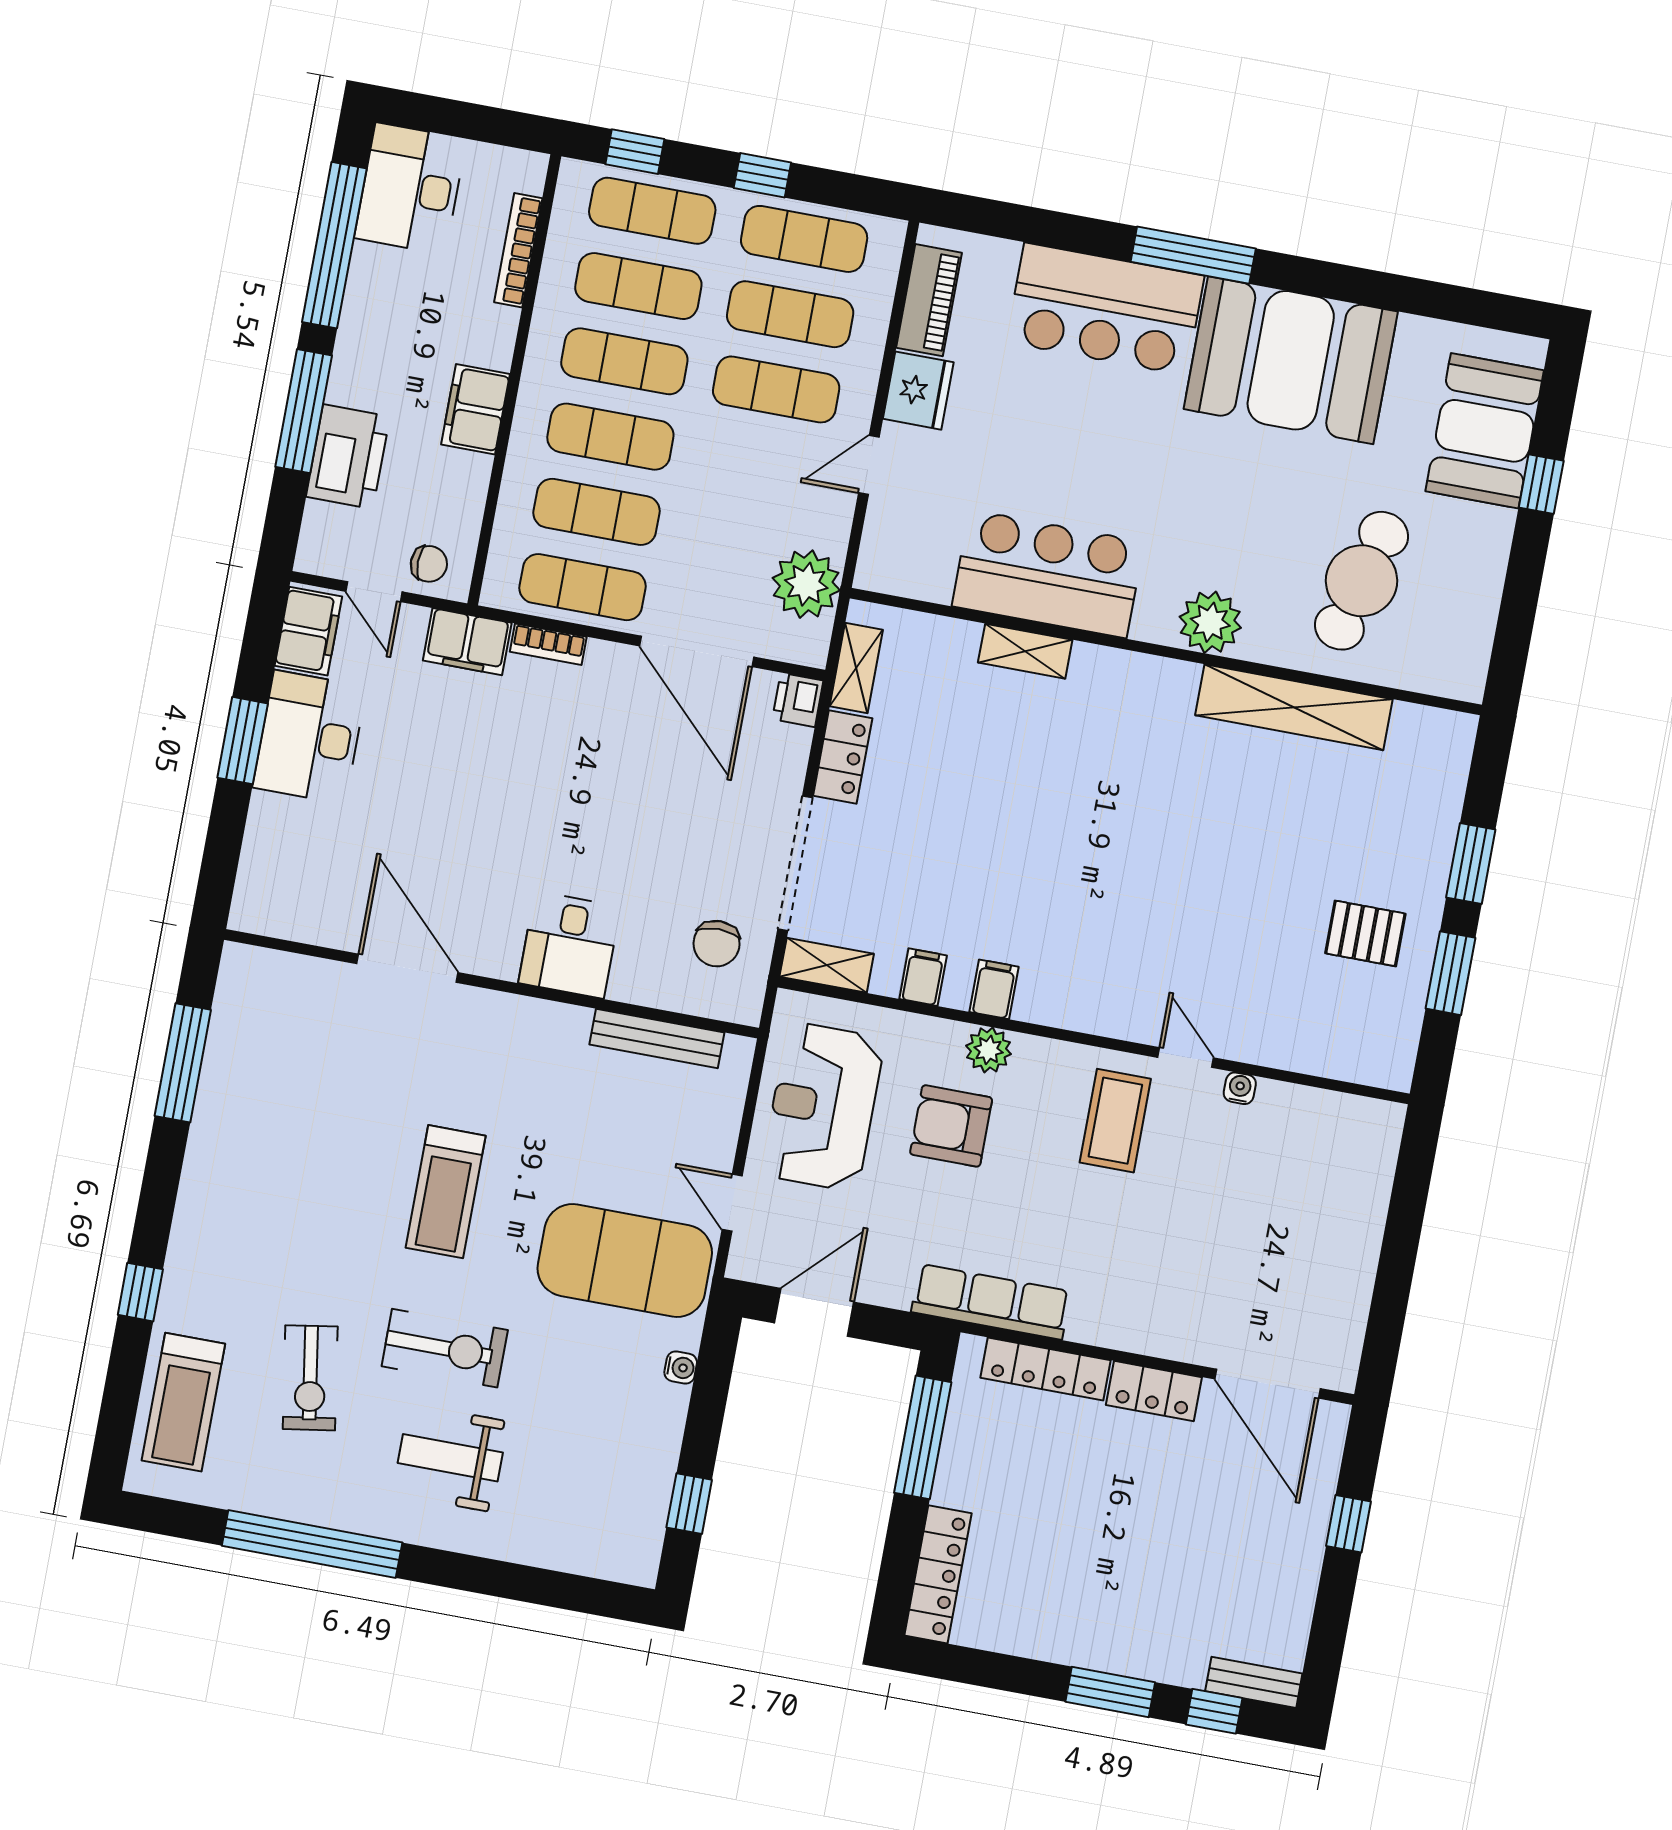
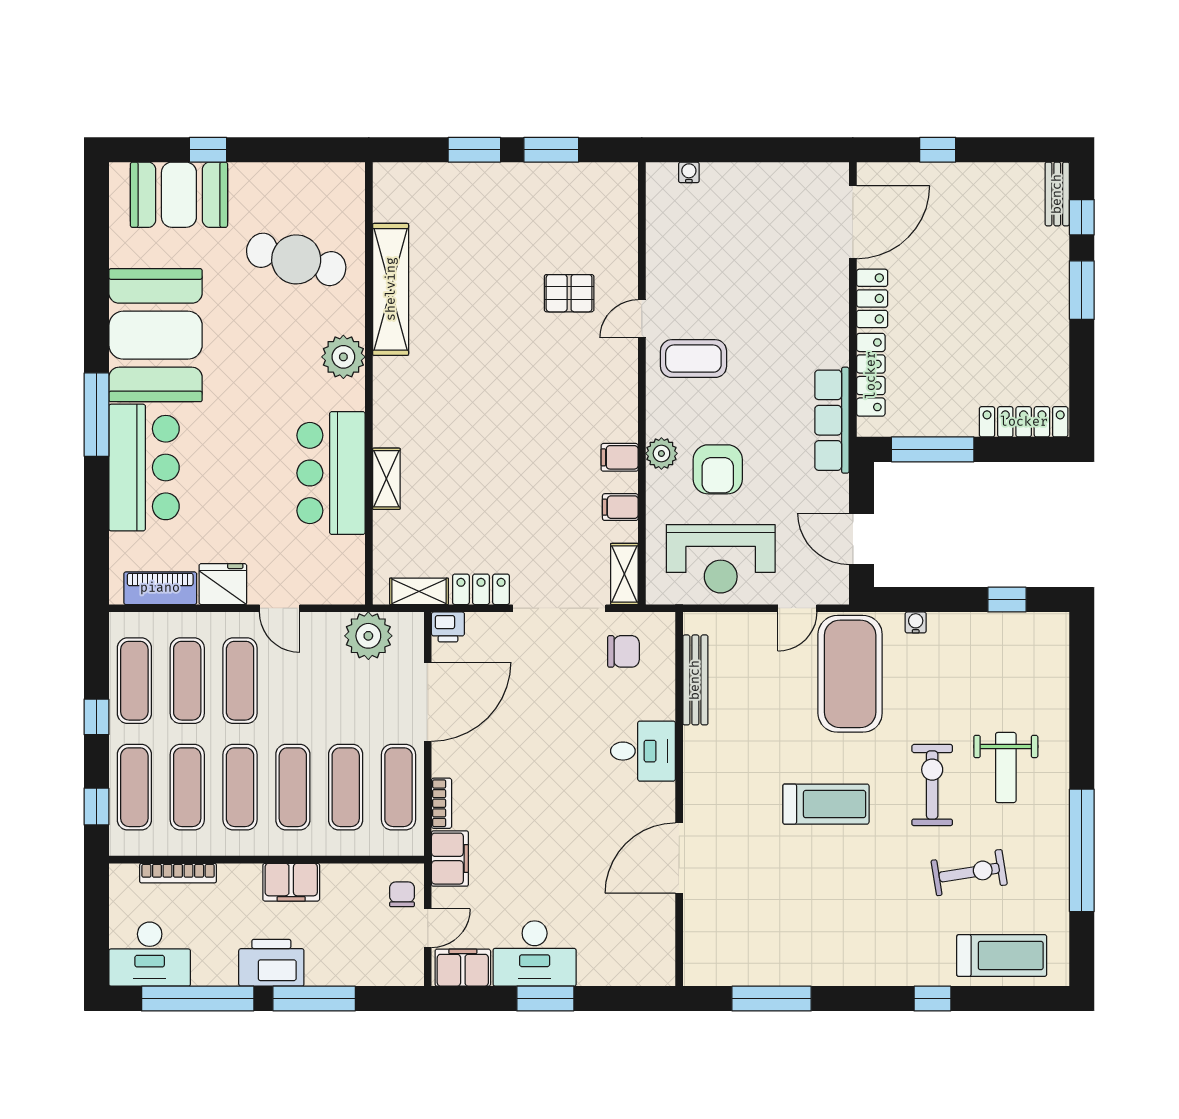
printer: (348, 457) -> (271, 963), moved
pallet: (1365, 933) -> (569, 293), moved, turned 90
water cooler: (1240, 1088) -> (689, 172), moved, turned 90

